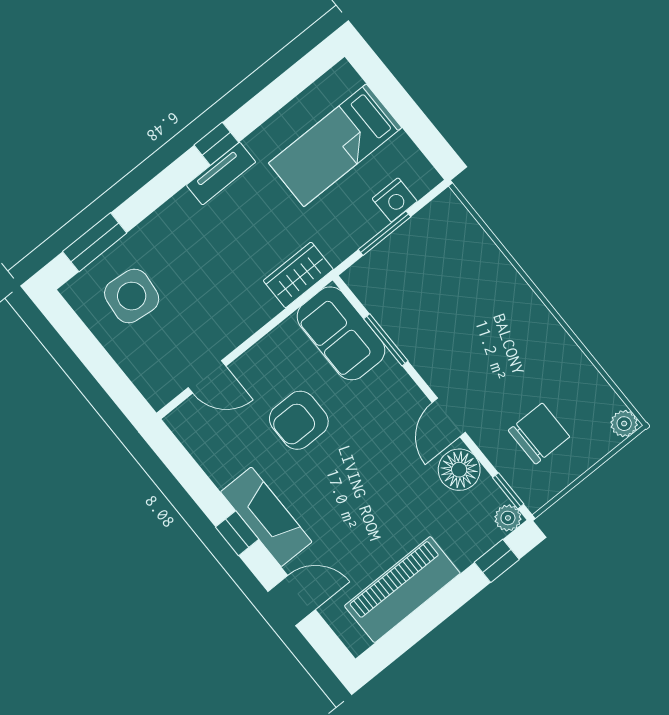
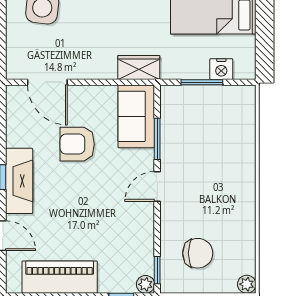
door: (207, 377) -> (47, 82), width x1.38
door: (449, 417) -> (157, 187), moved
floor lamp: (459, 470) -> (140, 238), removed

